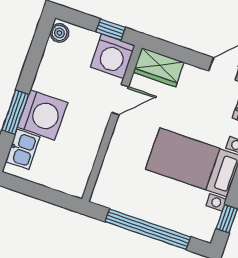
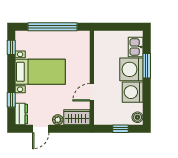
window: (111, 30) -> (121, 129), moved
washing machine: (113, 56) -> (133, 92), moved, turned -90
plant: (191, 74) -> (58, 120), added

